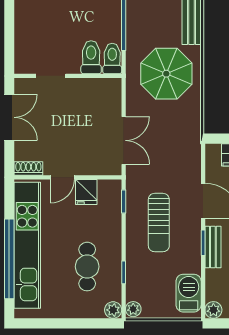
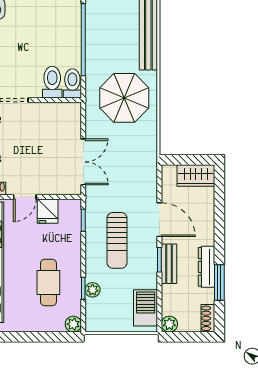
plant: (133, 309) -> (93, 290), moved

